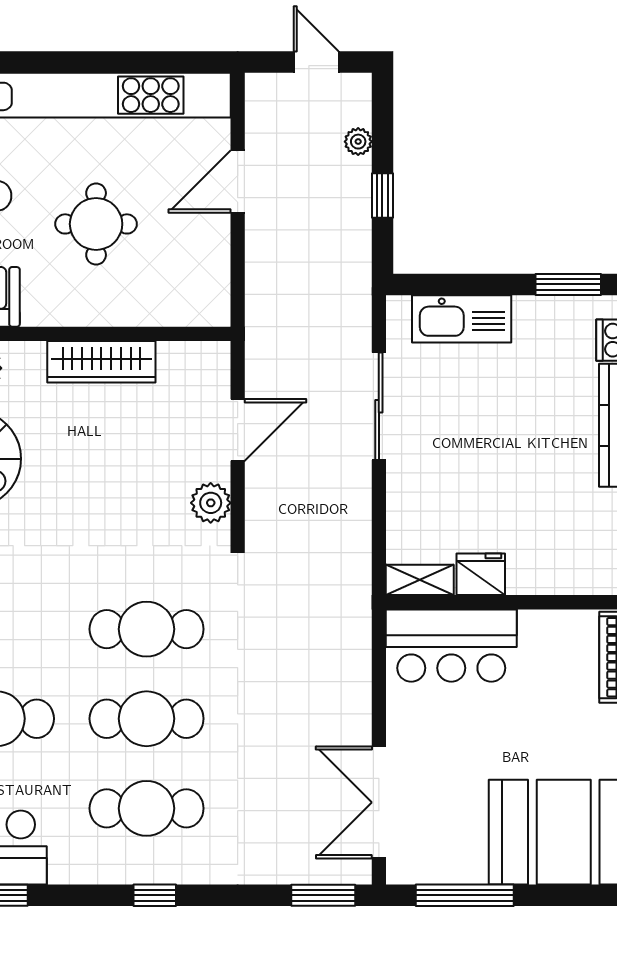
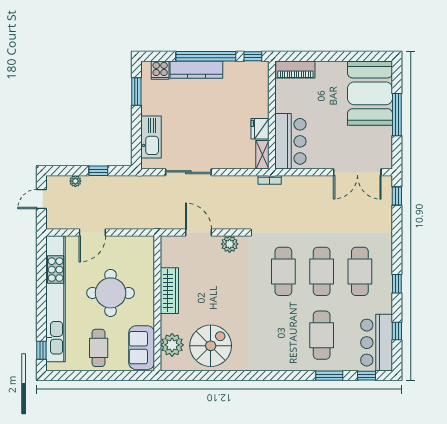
door: (238, 181) -> (92, 232), hinge flipped
round table: (96, 224) -> (111, 293), width x1.36, depth x1.36
bookcase: (361, 597) -> (270, 180), added
window: (155, 895) -> (397, 284), moved
window: (323, 895) -> (397, 196), width x0.67
window: (465, 895) -> (397, 115), moved

